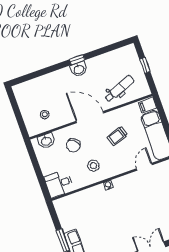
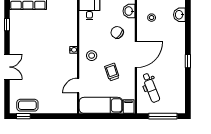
window: (145, 65) -> (163, 116), width x2.17
washbasin: (79, 69) -> (179, 15), moved
stool: (93, 166) -> (92, 56), moved
door: (144, 167) -> (78, 86), swing flipped

